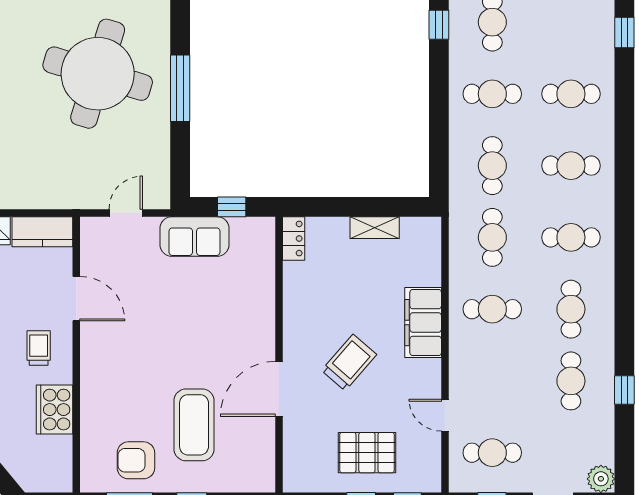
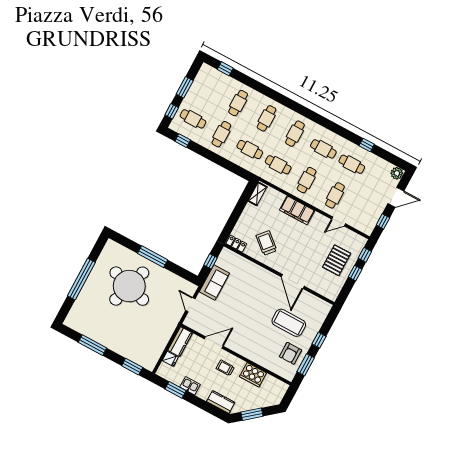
shelving: (375, 228) -> (258, 194), moved
trolley: (349, 362) -> (266, 243), moved
cafe table: (492, 453) -> (335, 195), moved

